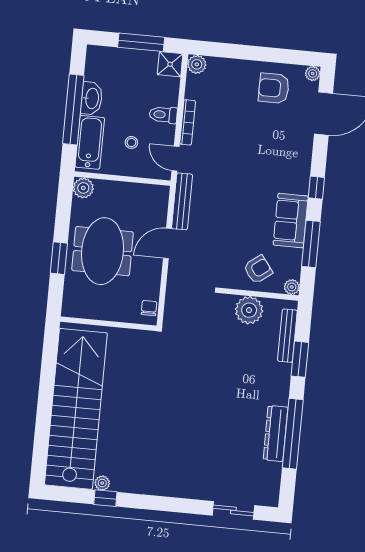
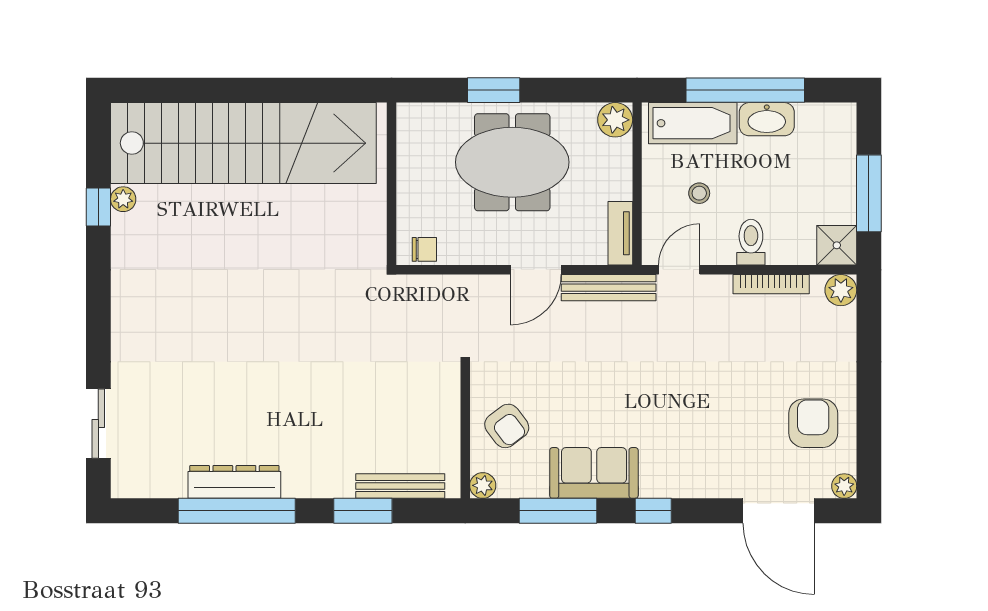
bookcase: (188, 122) -> (771, 284), moved
tv unit: (151, 191) -> (620, 233), added
door: (167, 243) -> (536, 270), swing flipped
plant: (249, 310) -> (437, 418), removed

